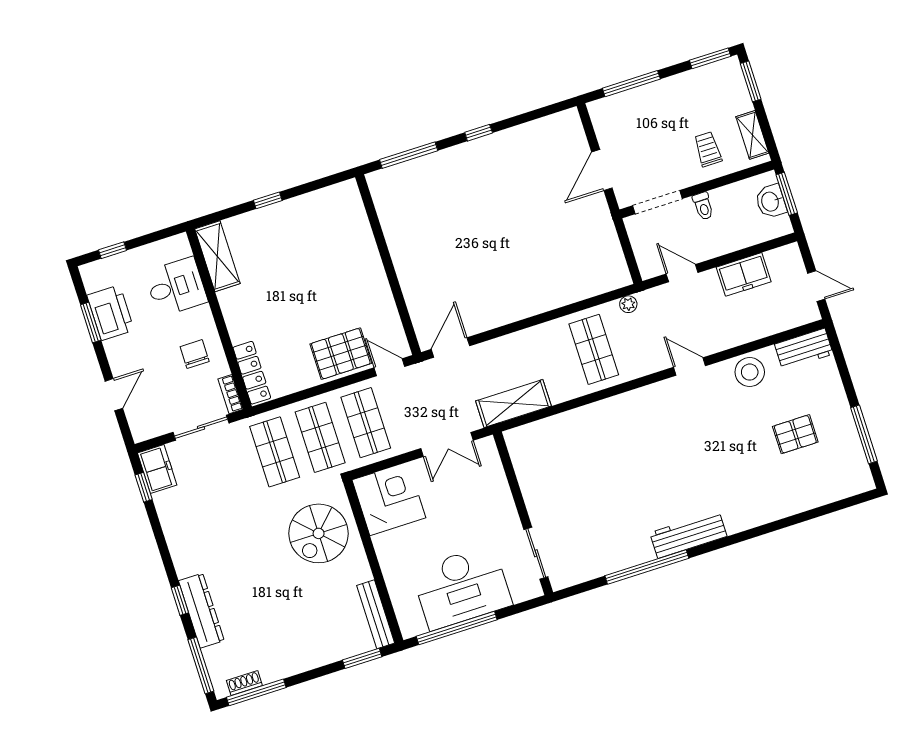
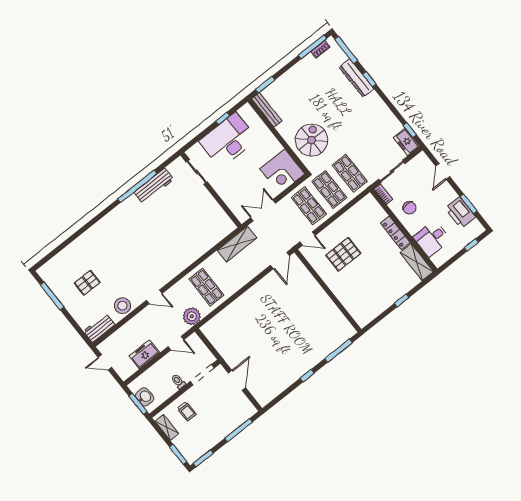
plant: (628, 304) -> (192, 316), width x1.87, depth x1.87
pallet: (341, 354) -> (343, 254), moved
locker: (252, 373) -> (395, 233), moved
workbench: (688, 534) -> (154, 186), moved
window: (457, 628) -> (223, 118), width x0.32

